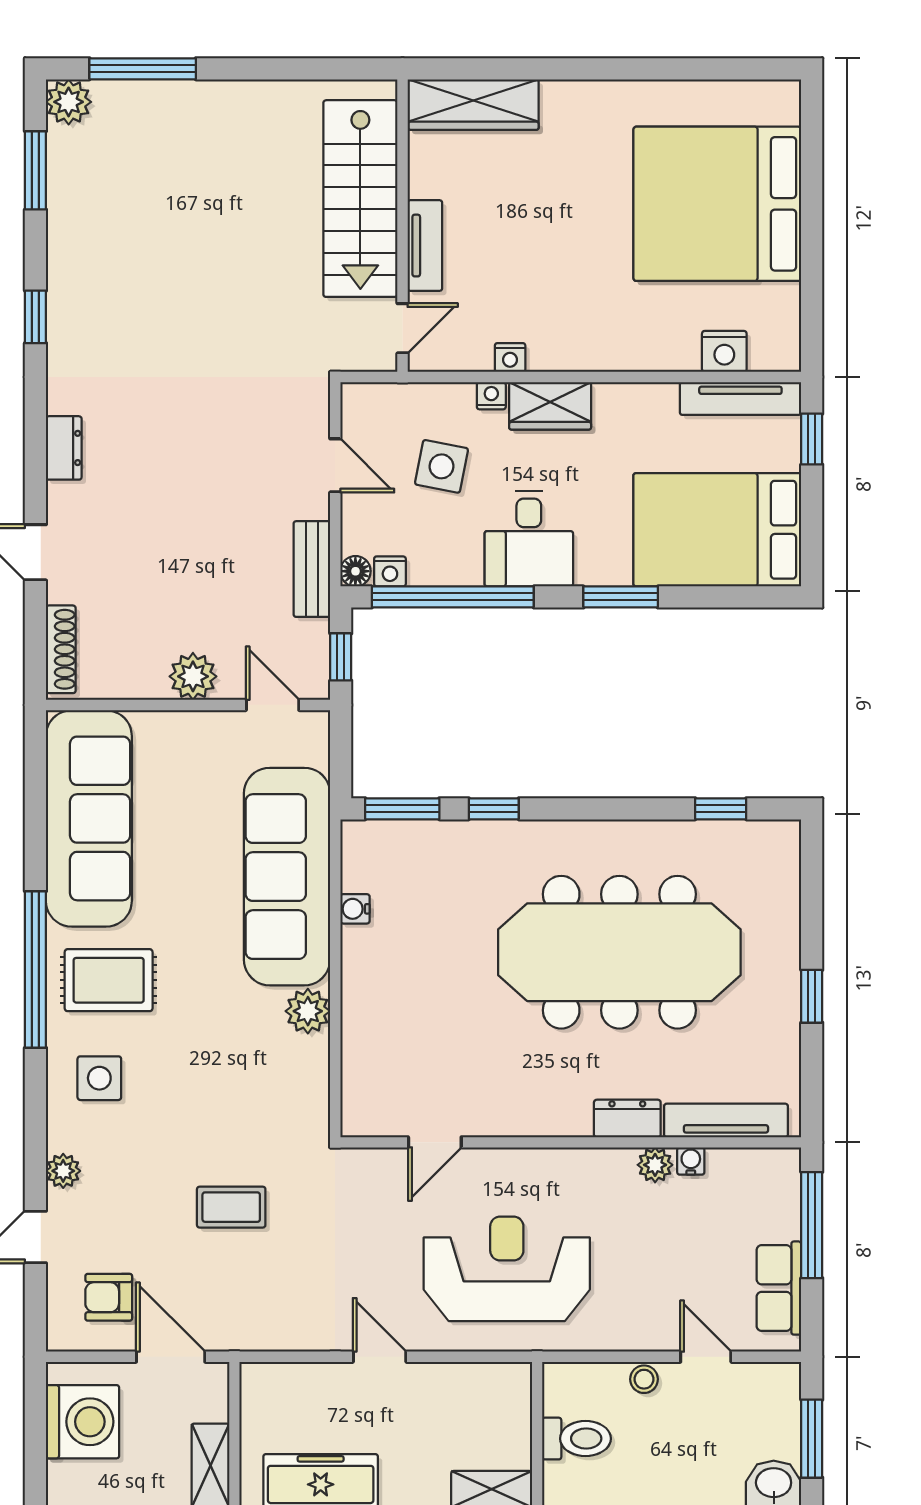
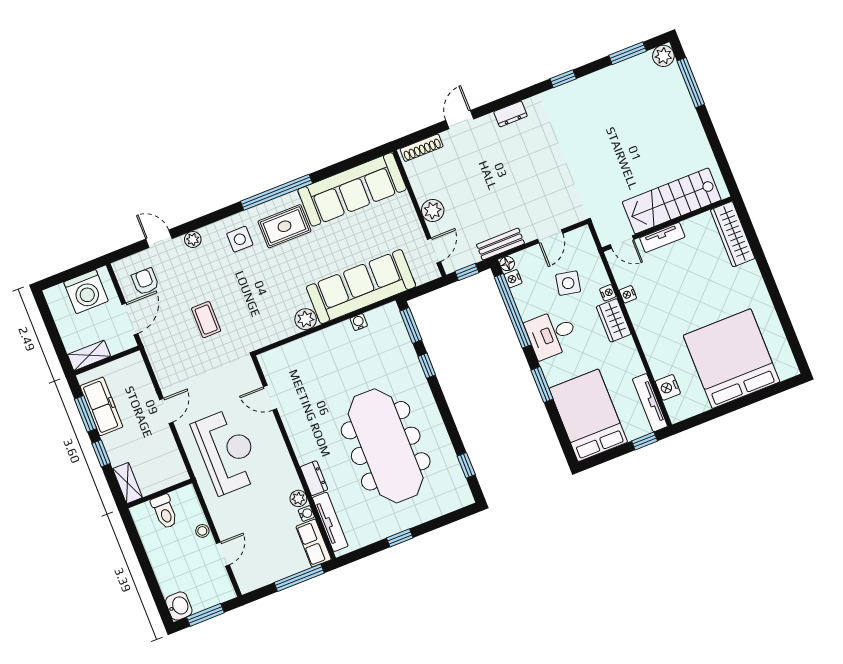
rug: (109, 980) -> (284, 226), turned 90
row of seats: (779, 1288) -> (314, 543), moved, turned -90

